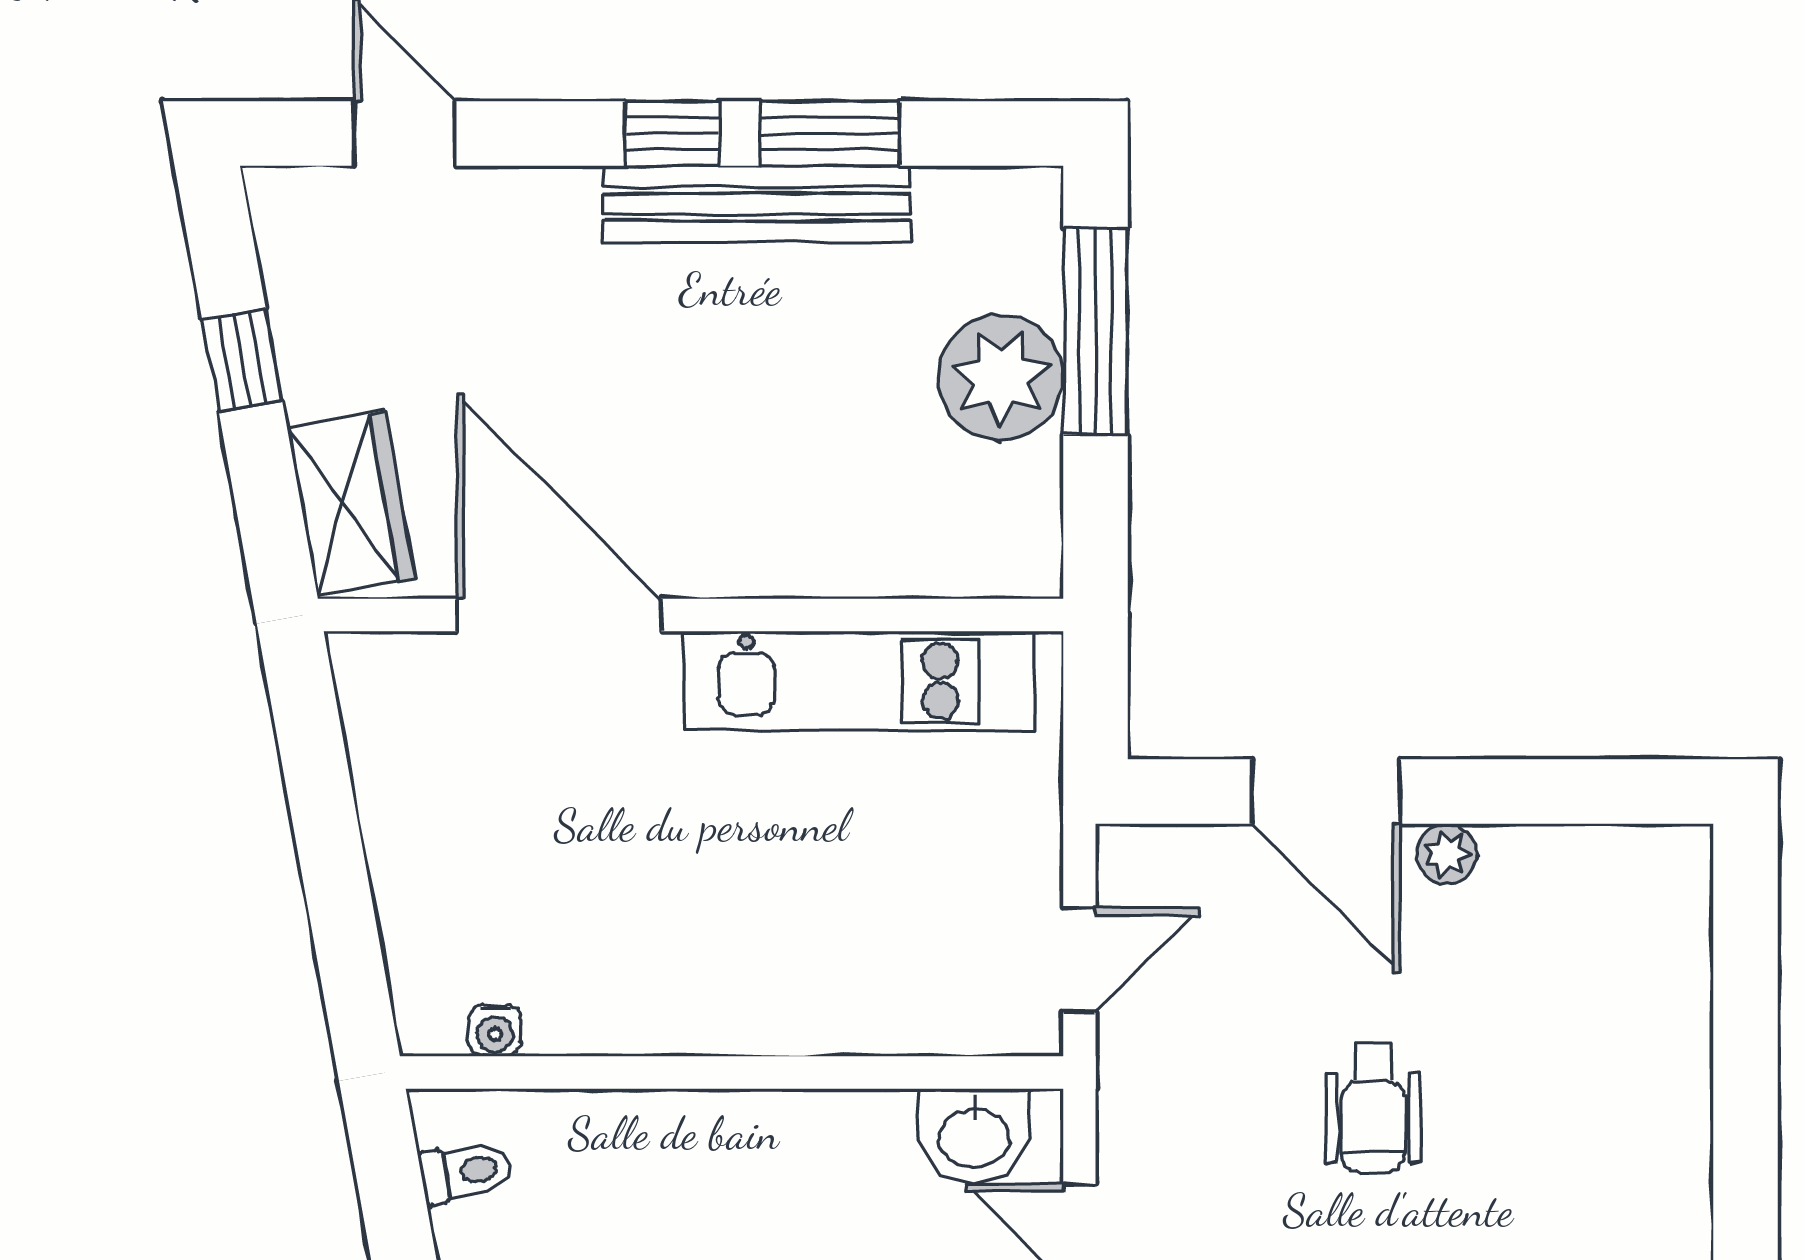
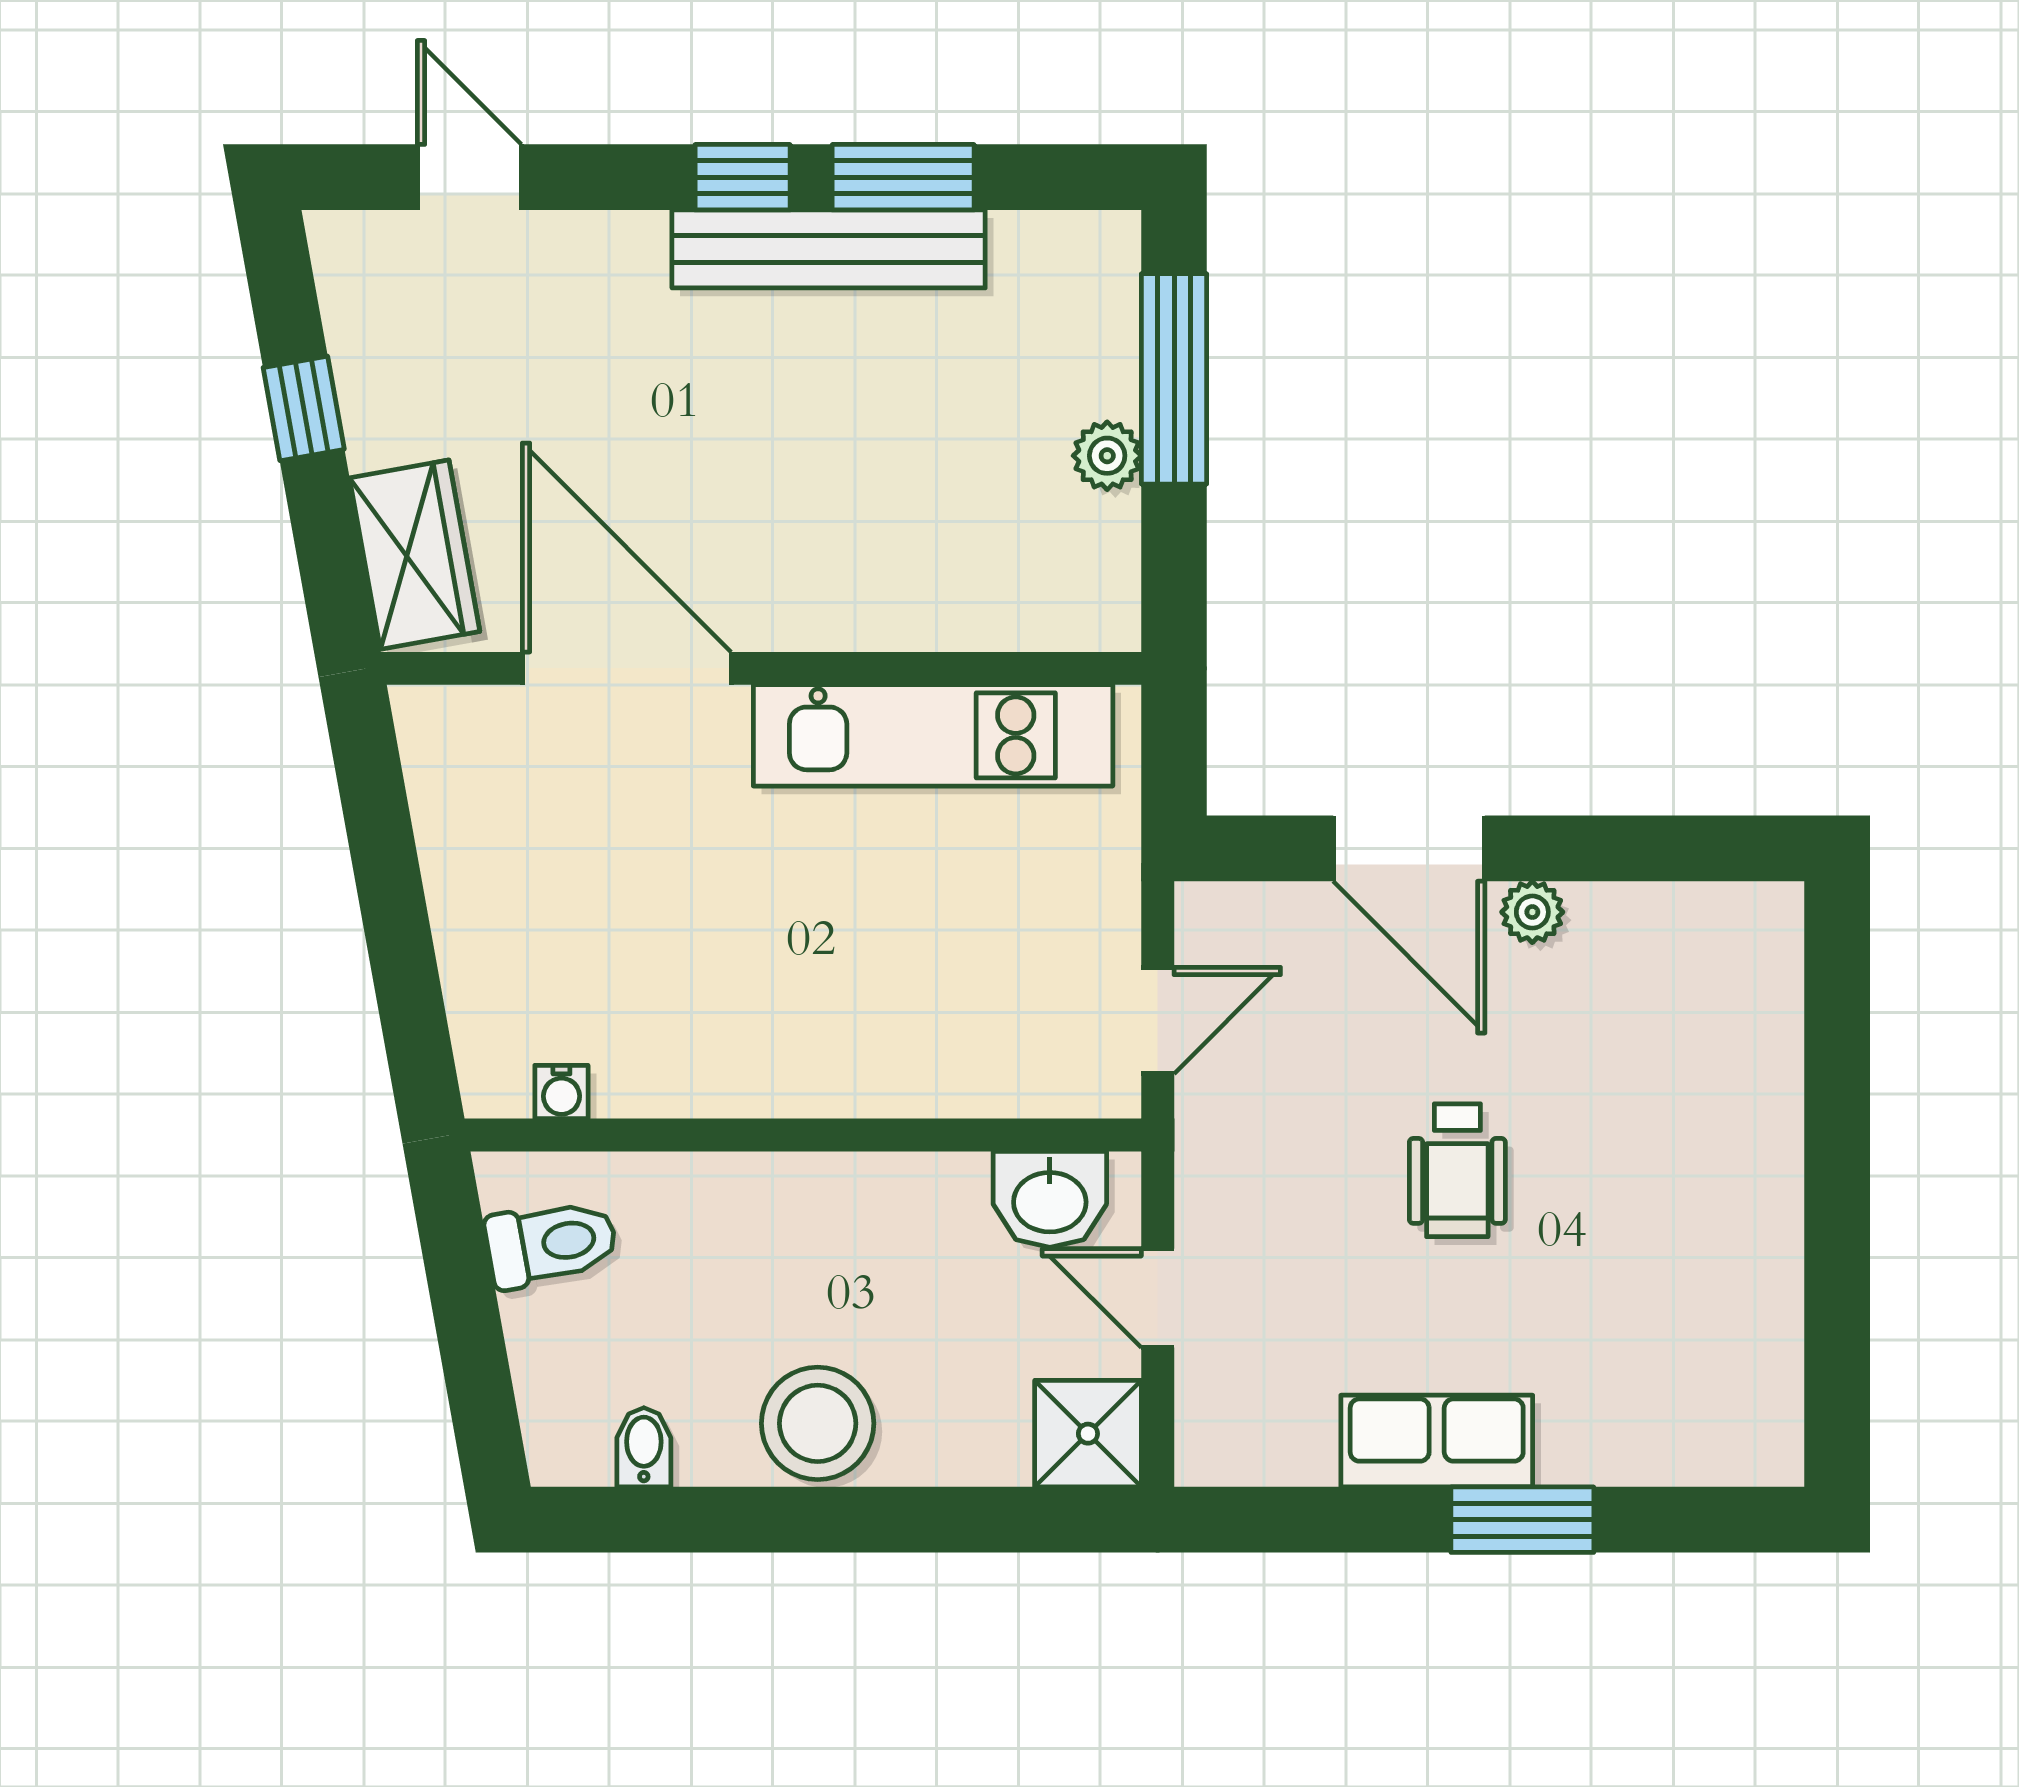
plant: (1001, 377) -> (1107, 456), width x0.53, depth x0.53
toilet: (466, 1172) -> (551, 1243), width x1.37, depth x1.39

